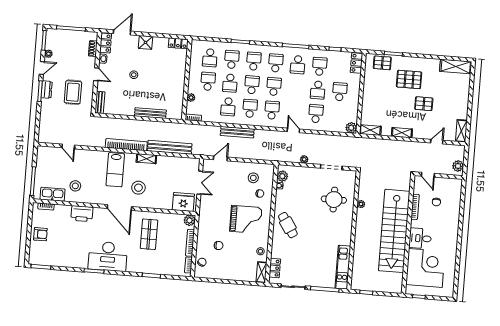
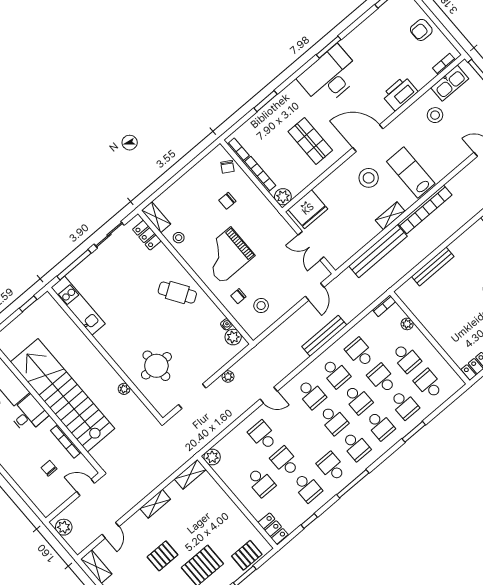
school desk: (316, 114) -> (263, 435), turned 180

